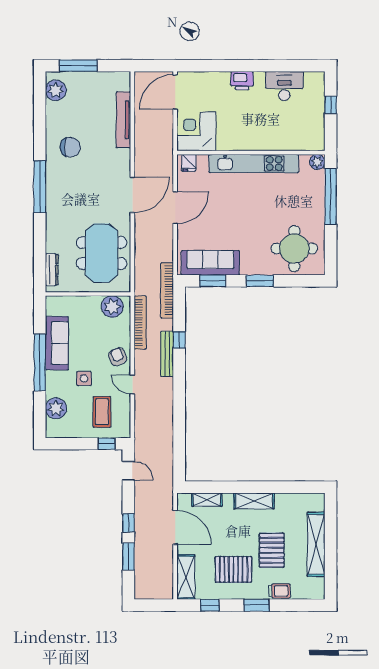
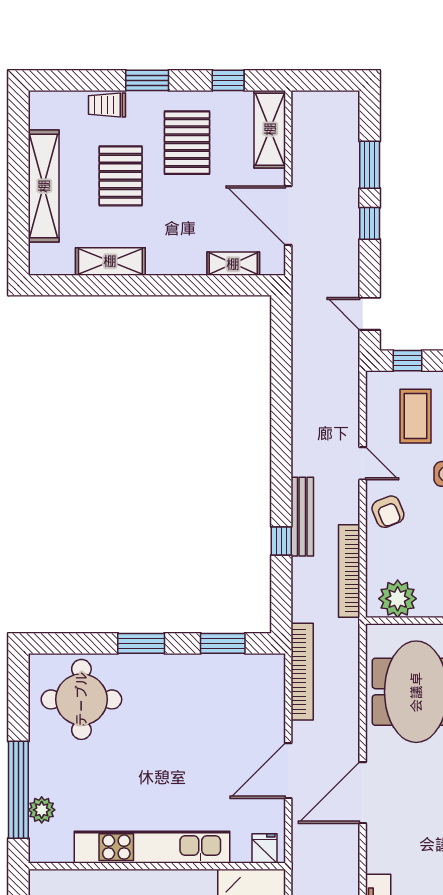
plant: (317, 162) -> (42, 810), moved
sofa: (210, 263) -> (227, 675), removed
bookcase: (167, 290) -> (302, 672), moved
shelving: (254, 501) -> (110, 261), moved
pallet: (233, 569) -> (187, 143), turned 90

